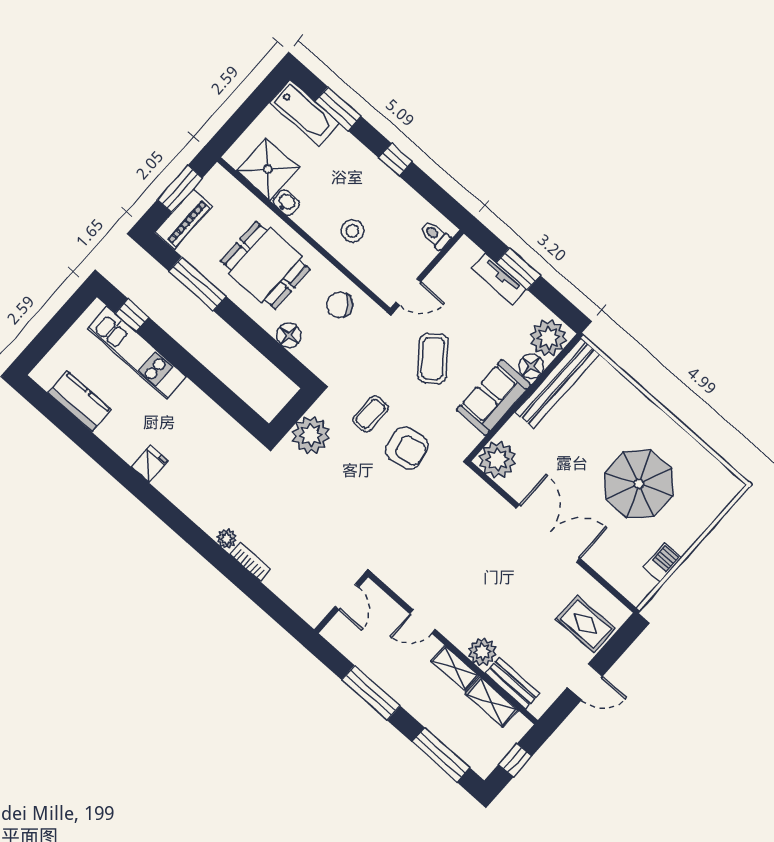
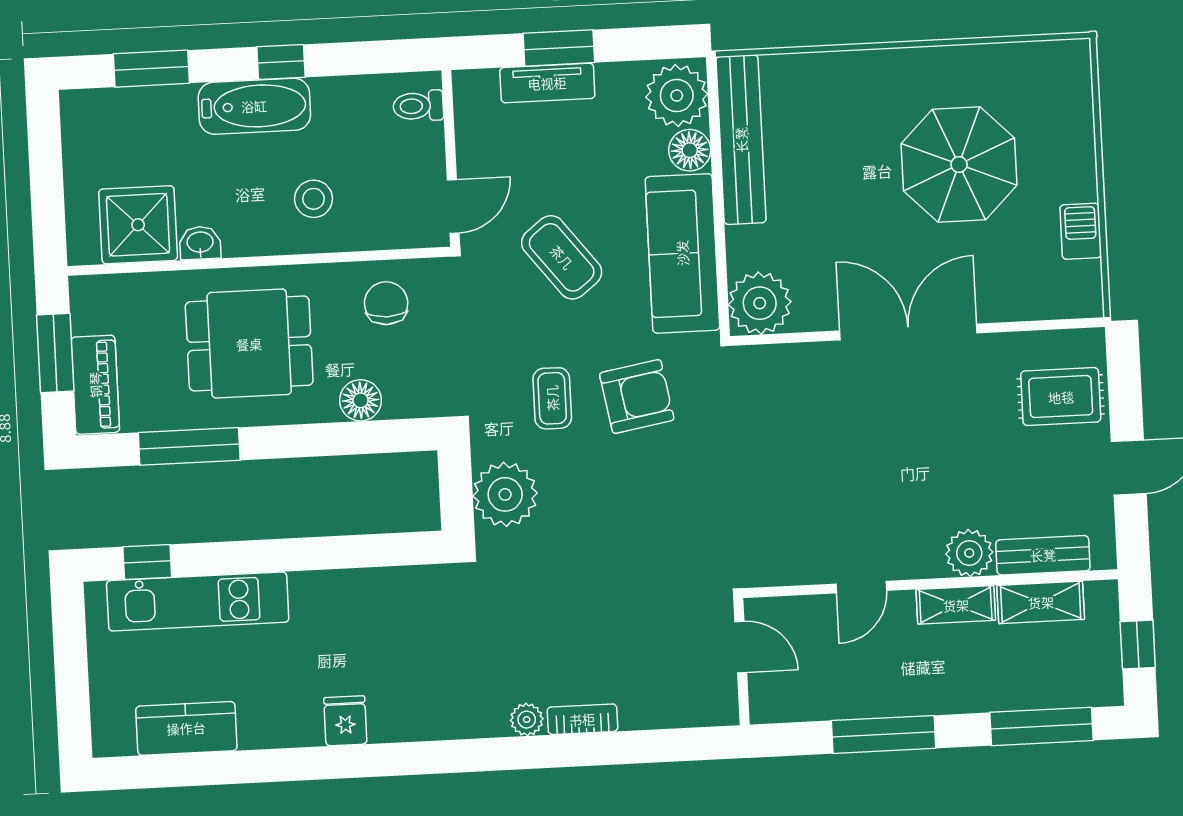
bathtub: (304, 113) -> (254, 106), moved
chair: (340, 305) -> (386, 303), turned 128
sofa: (494, 398) -> (682, 253), width x1.36

